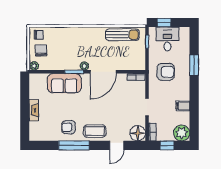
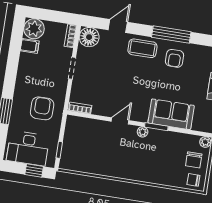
sun lounger: (122, 35) -> (89, 163), removed
desk: (167, 39) -> (28, 148), width x1.37
door: (103, 72) -> (120, 121), width x0.53
armchair: (166, 72) -> (42, 108), turned 90
filing cabinet: (183, 106) -> (30, 46), moved
armchair: (68, 127) -> (175, 58), turned 90
window: (167, 145) -> (55, 16), removed

